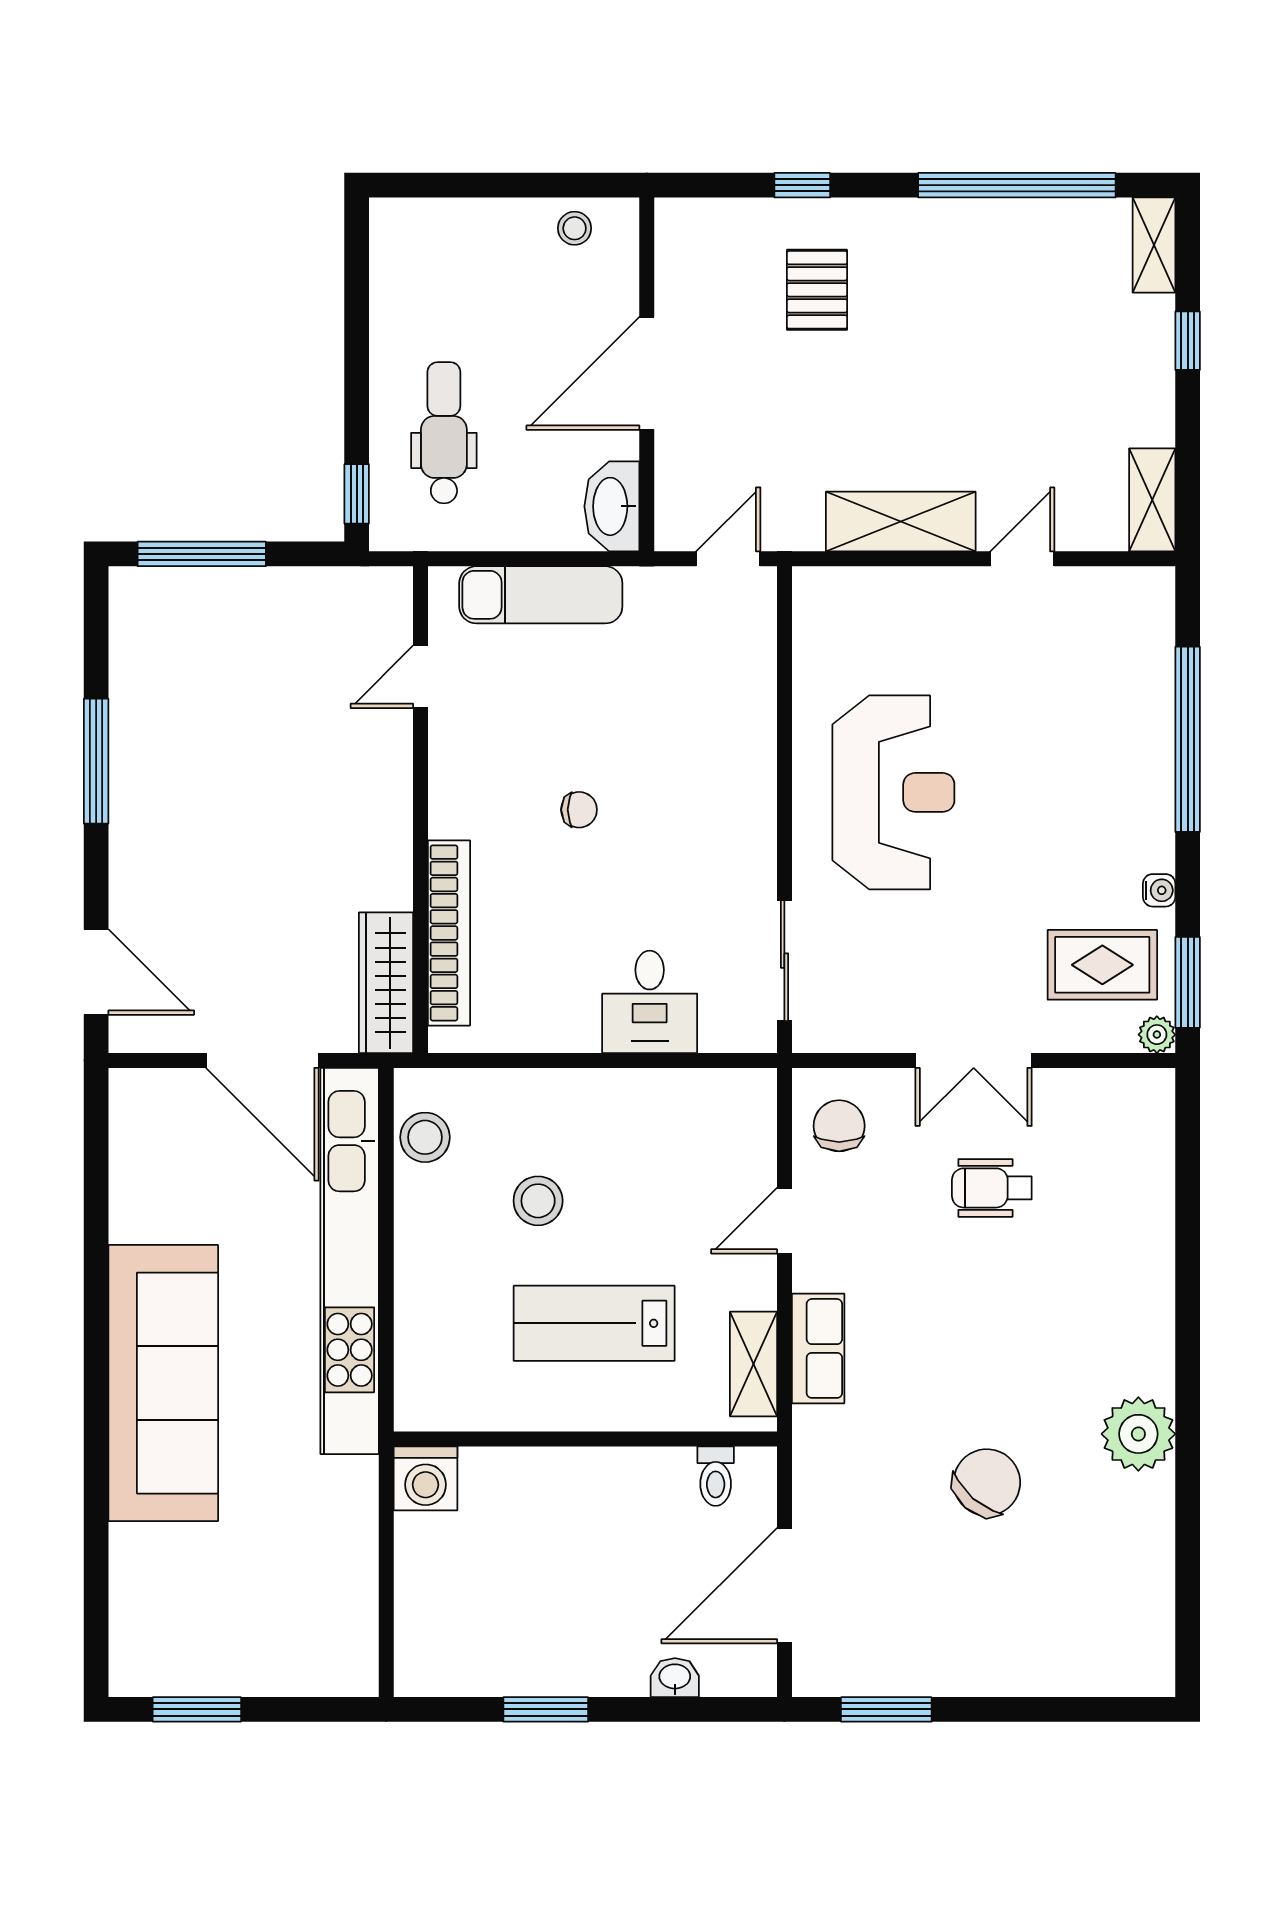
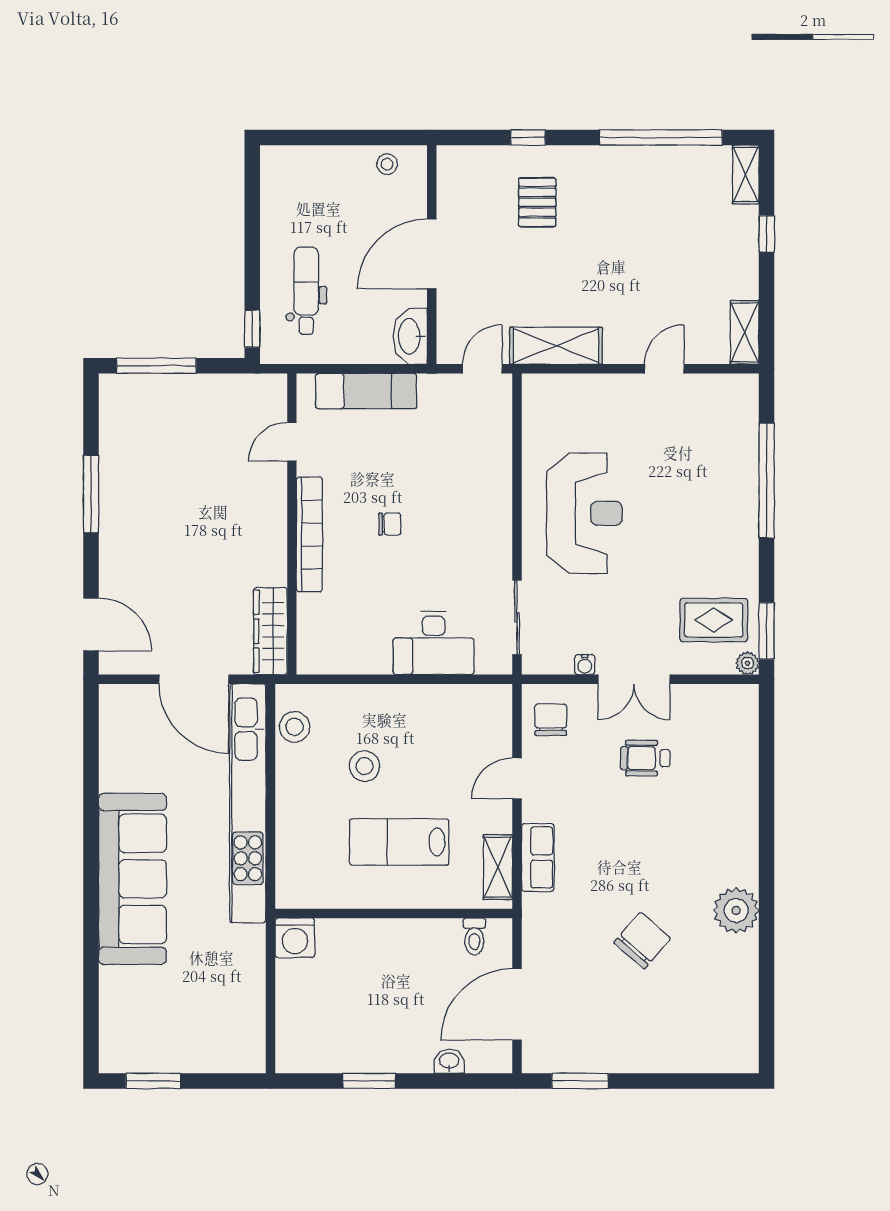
shelving: (901, 522) -> (556, 346), moved
water cooler: (1159, 890) -> (585, 665), moved, turned 90
bookcase: (449, 933) -> (309, 534), moved
desk: (650, 1002) -> (434, 643), width x1.37

